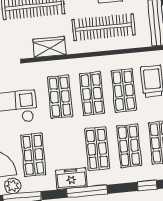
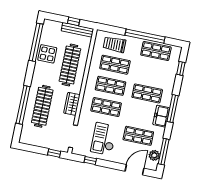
shop shelf: (129, 146) -> (152, 72), removed

